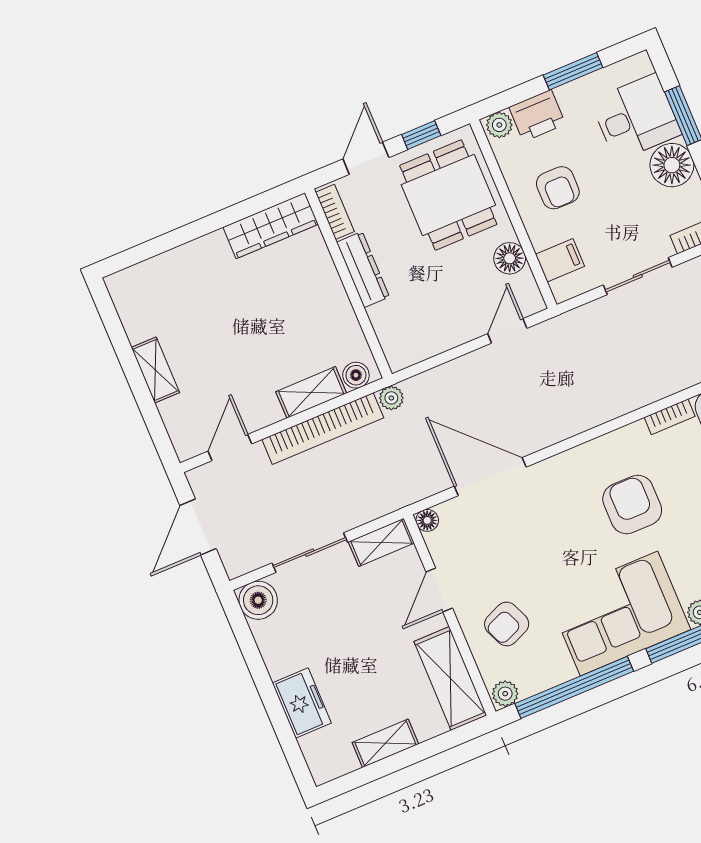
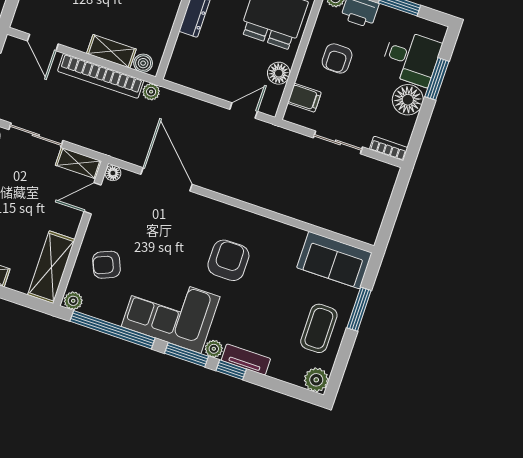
bookcase: (670, 417) -> (289, 231), removed
door: (230, 448) -> (43, 42), swing flipped
door: (439, 590) -> (93, 198), moved

